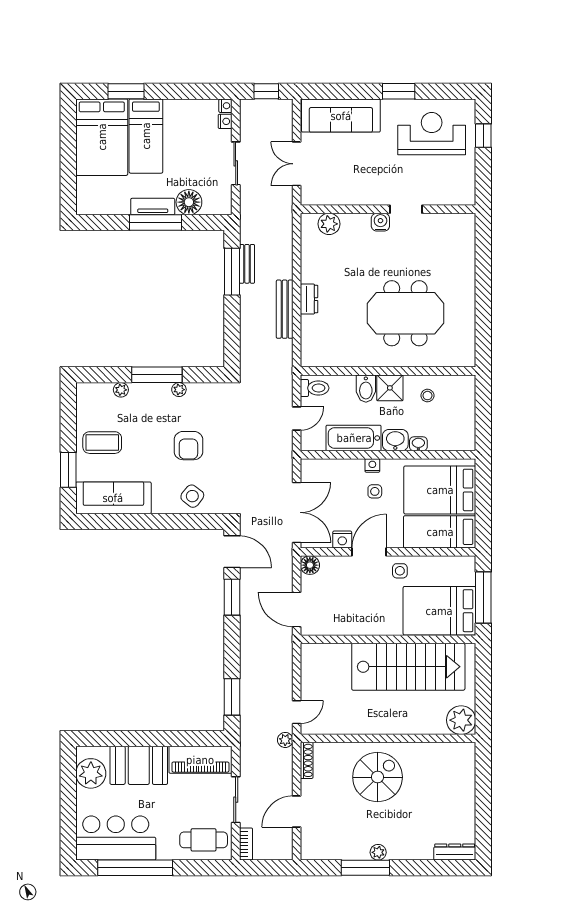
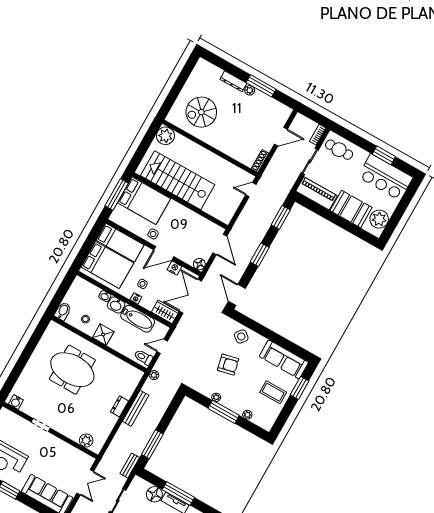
water cooler: (380, 222) -> (16, 402), moved
bench: (247, 264) -> (130, 465), moved
bidet: (366, 389) -> (63, 311), moved
armchair: (188, 446) -> (228, 365), turned 77
wardrobe: (320, 470) -> (165, 312), added
window: (232, 597) -> (260, 255), moved
plant: (285, 740) -> (154, 375), moved
spiral stairs: (378, 777) -> (201, 112), moved
dresser: (455, 852) -> (233, 81), moved
window: (135, 868) -> (384, 155), width x0.47

